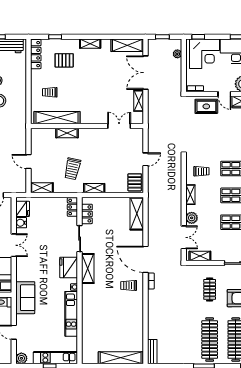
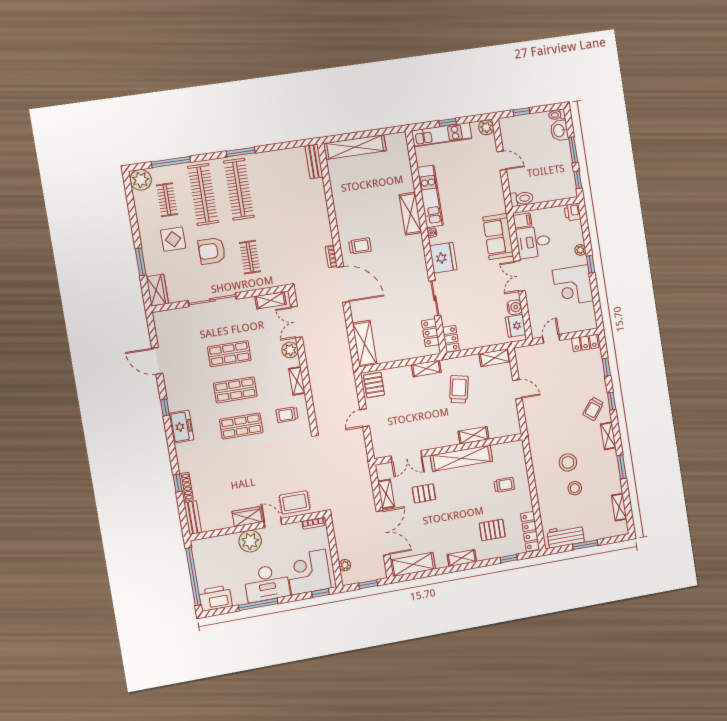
pallet: (111, 96) -> (424, 493), added
shelving: (57, 118) -> (461, 458), moved
shelving: (88, 269) -> (410, 214), moved
sofa: (25, 298) -> (498, 237), moved

